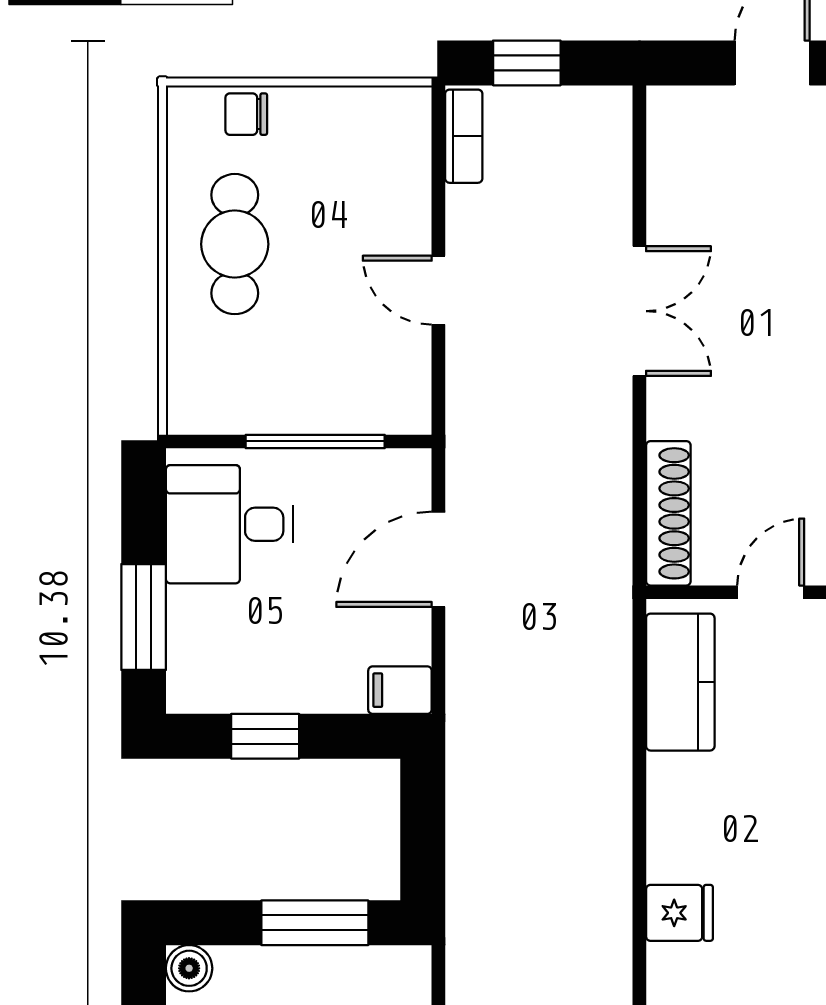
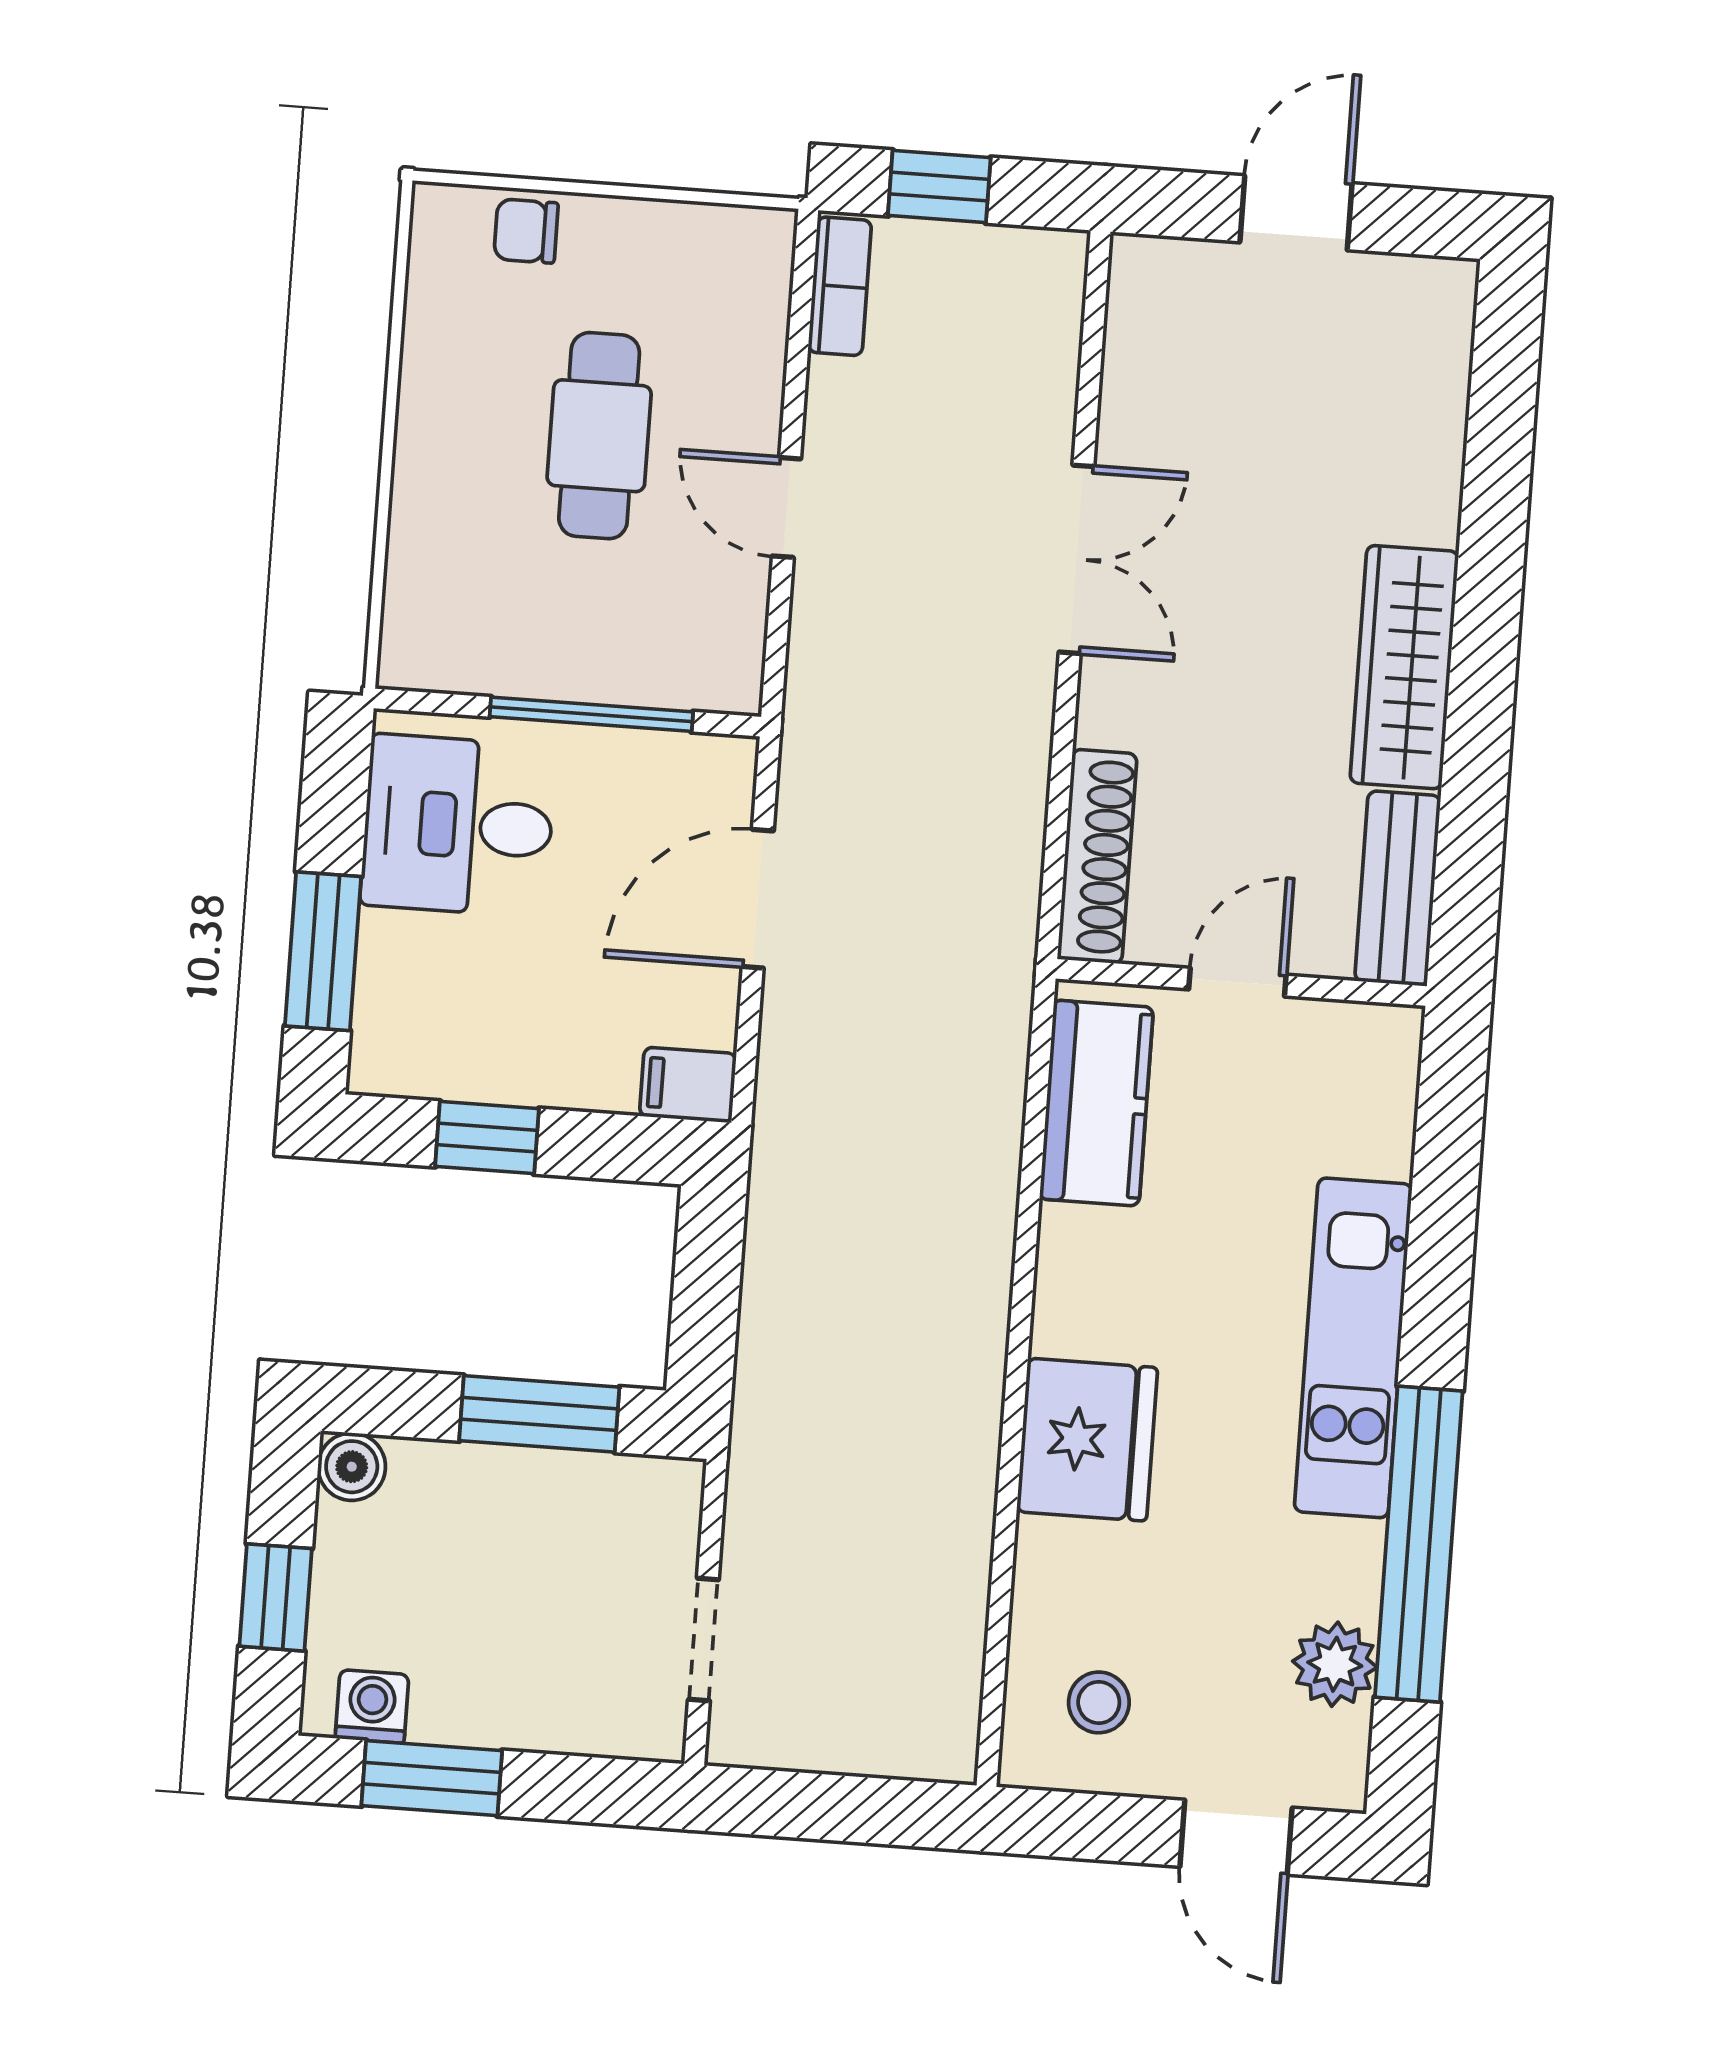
cafe table: (235, 244) -> (599, 436), moved
fridge: (680, 913) -> (1087, 1440), width x1.88, depth x1.34

